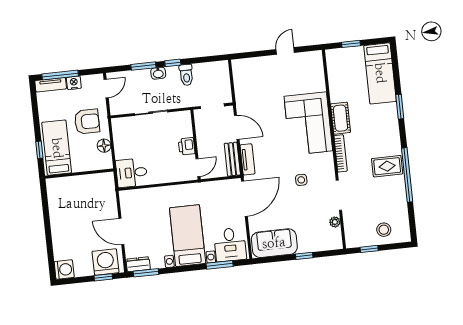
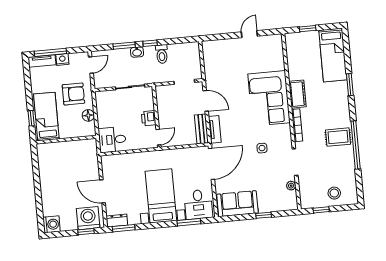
wall: (195, 145) -> (156, 117), moved
printer: (187, 146) -> (149, 118), moved
door: (198, 168) -> (158, 137), moved

